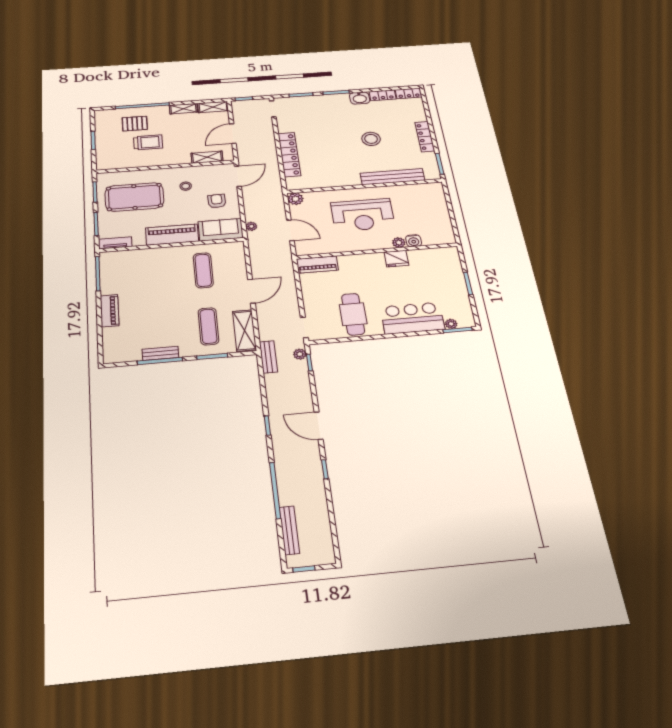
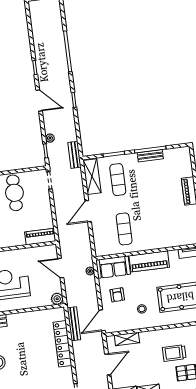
plant: (300, 354) -> (50, 138), moved
bench: (289, 530) -> (74, 324), moved

